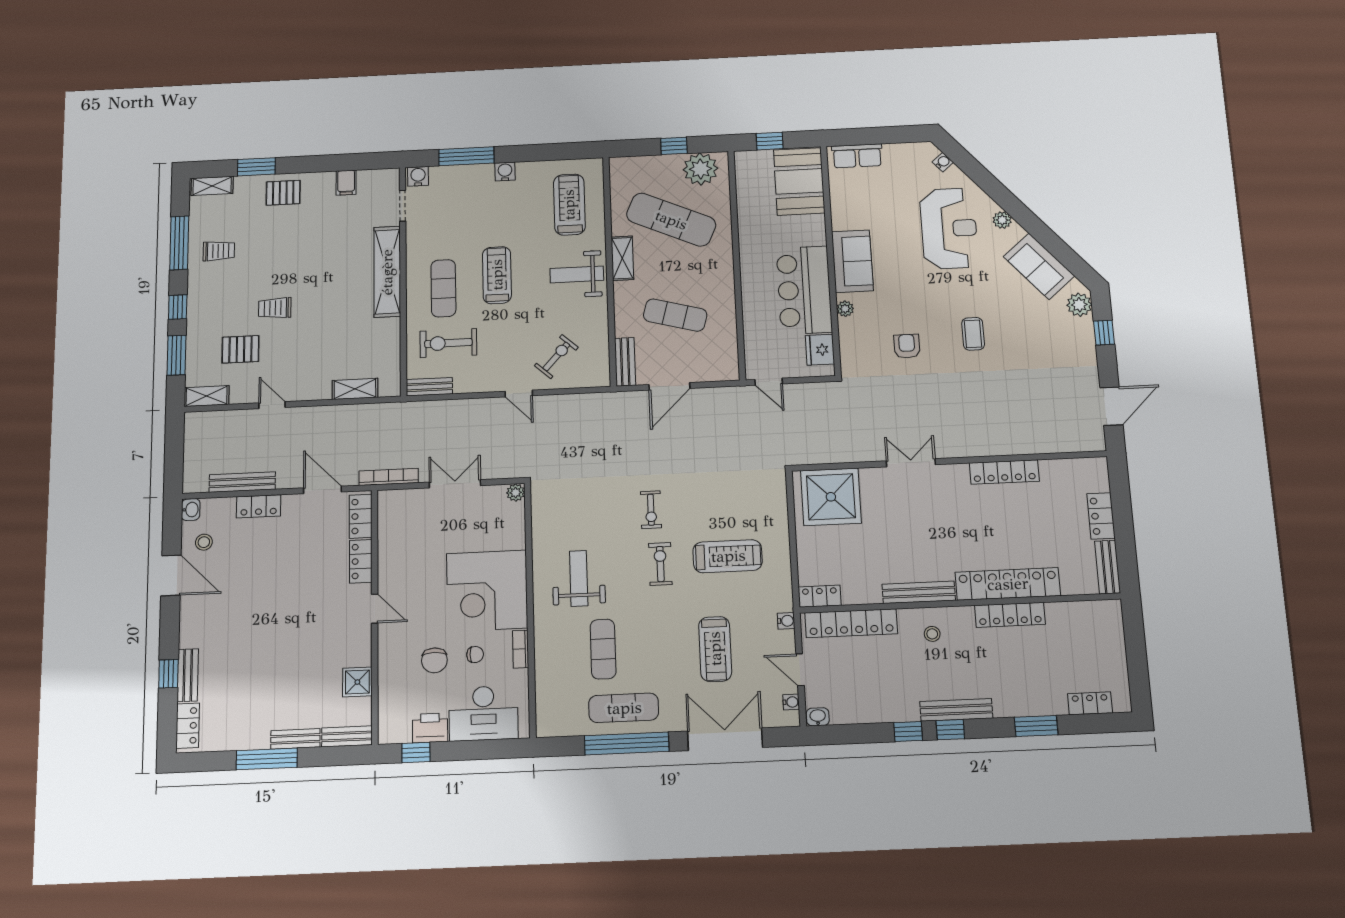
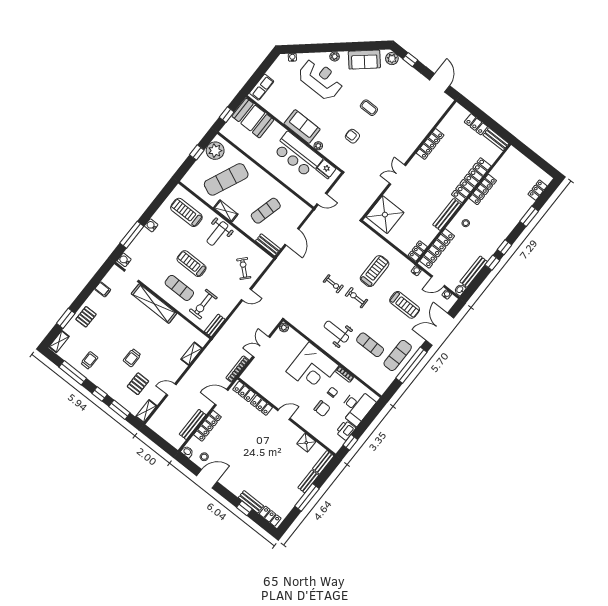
locker: (259, 506) -> (207, 426), width x1.53
bench: (956, 710) -> (474, 272), moved

